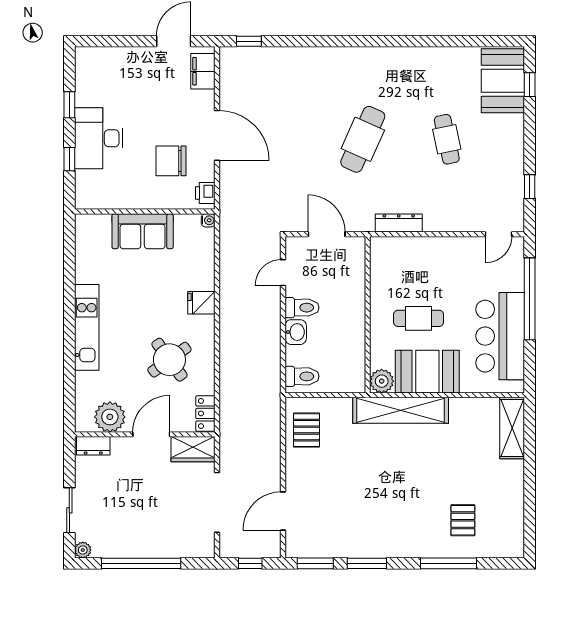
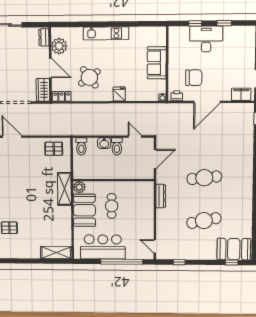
cafe table: (363, 139) -> (204, 178), turned -30
cafe table: (447, 139) -> (204, 221), width x1.37, depth x1.35
chair: (171, 161) -> (194, 78), turned 90
shelving: (401, 410) -> (64, 189), width x0.68

